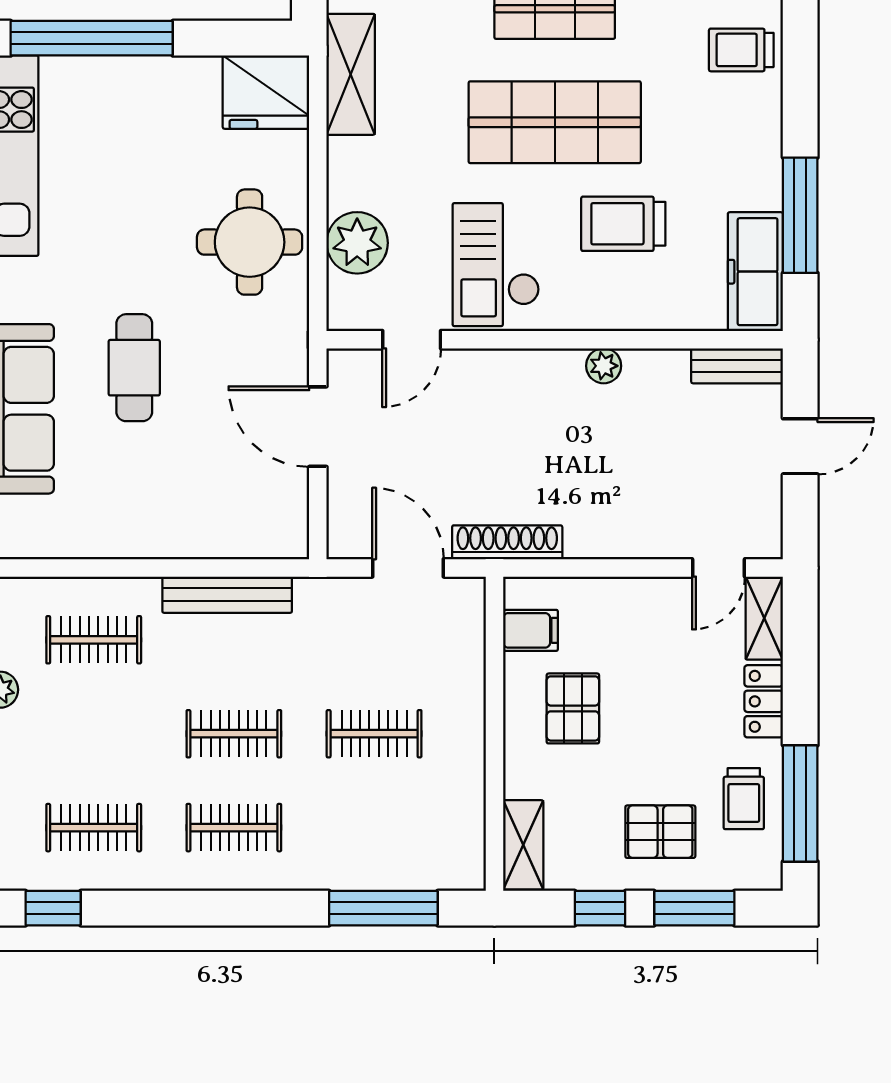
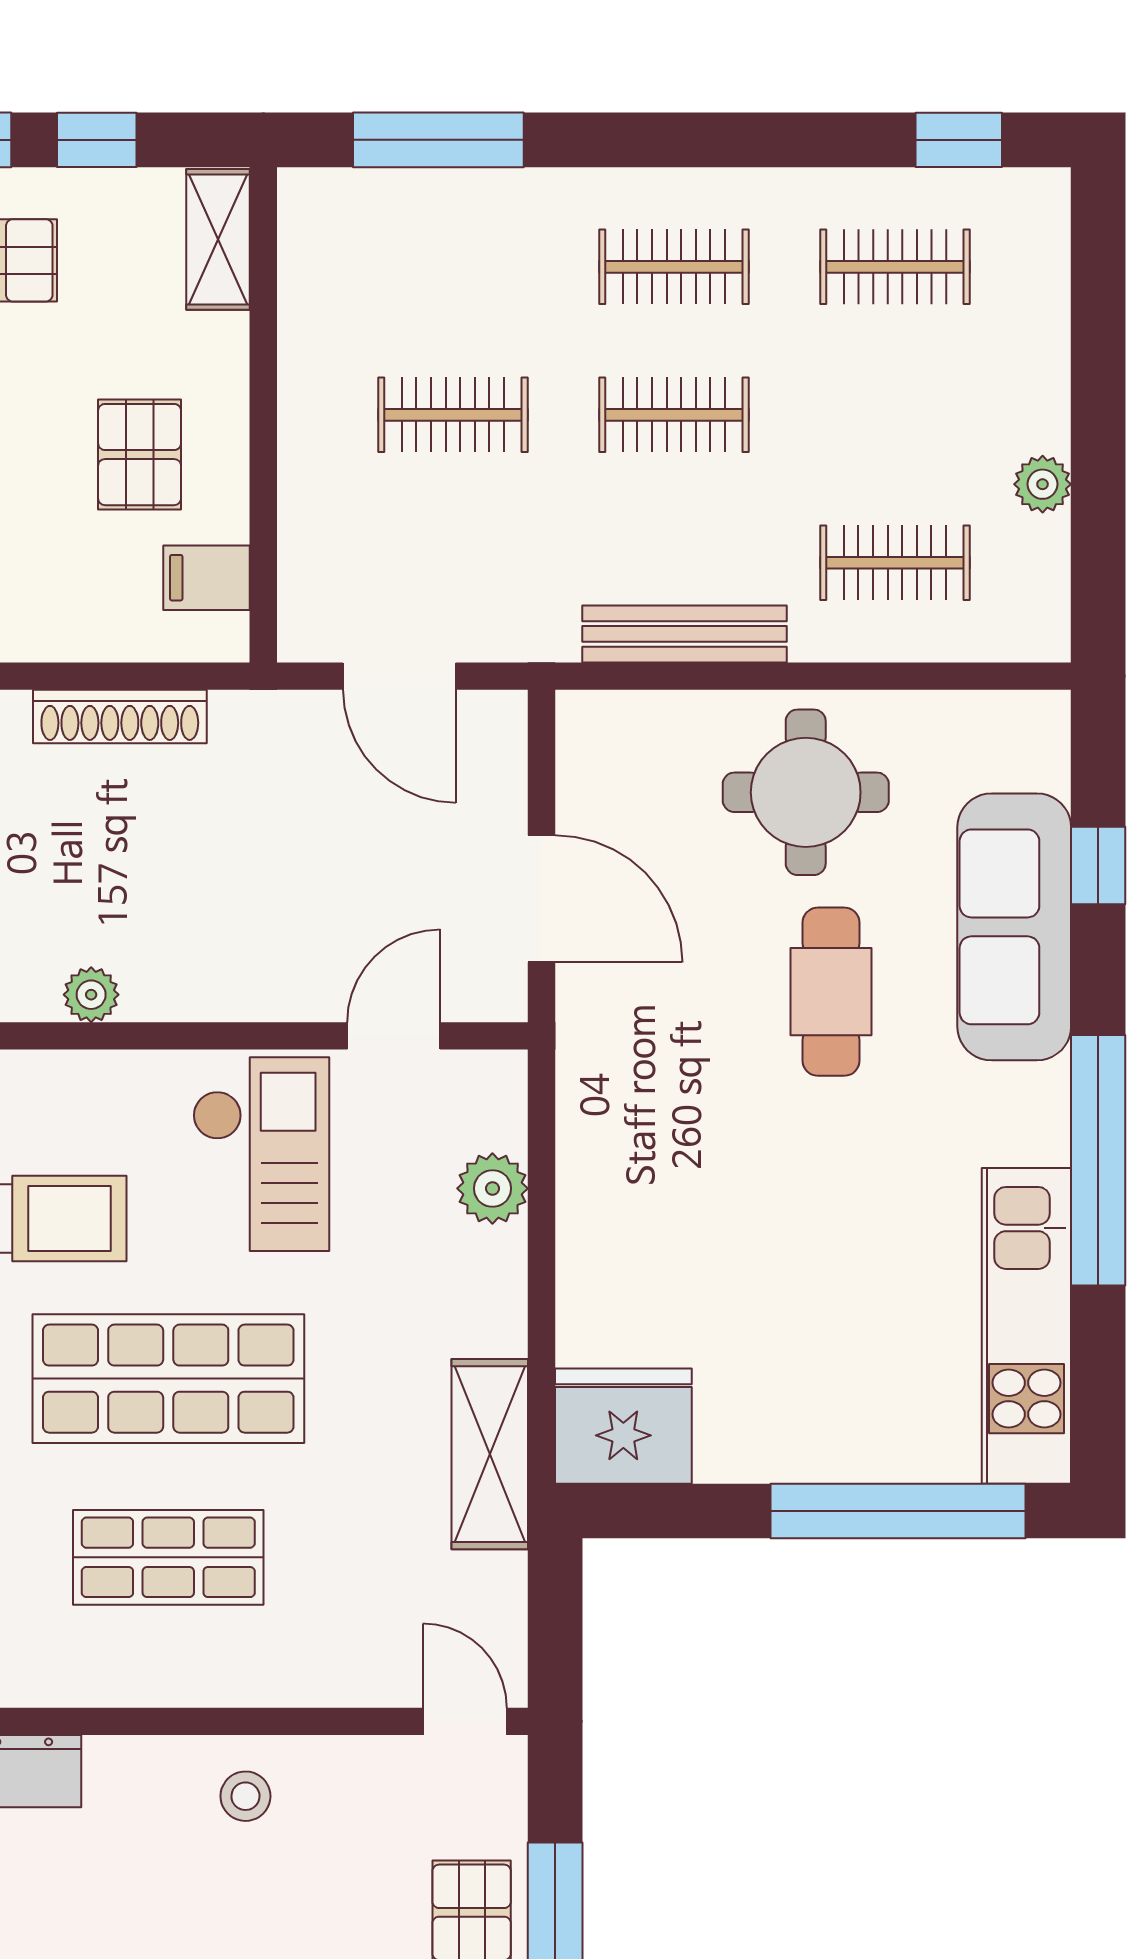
round table: (250, 242) -> (806, 792), moved
plant: (357, 243) -> (492, 1188), width x0.73, depth x0.73
shoe rack: (507, 542) -> (120, 716), moved

